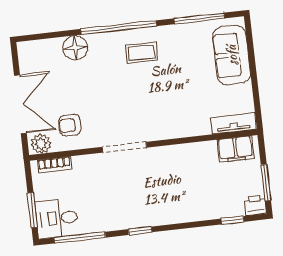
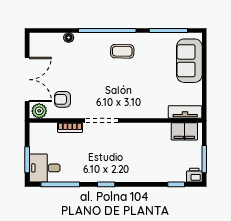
floor lamp: (75, 48) -> (69, 38), width x0.53, depth x0.53
bookcase: (54, 165) -> (70, 128), moved

